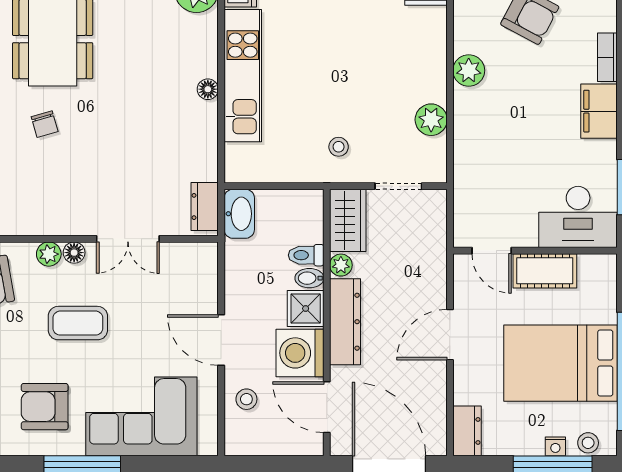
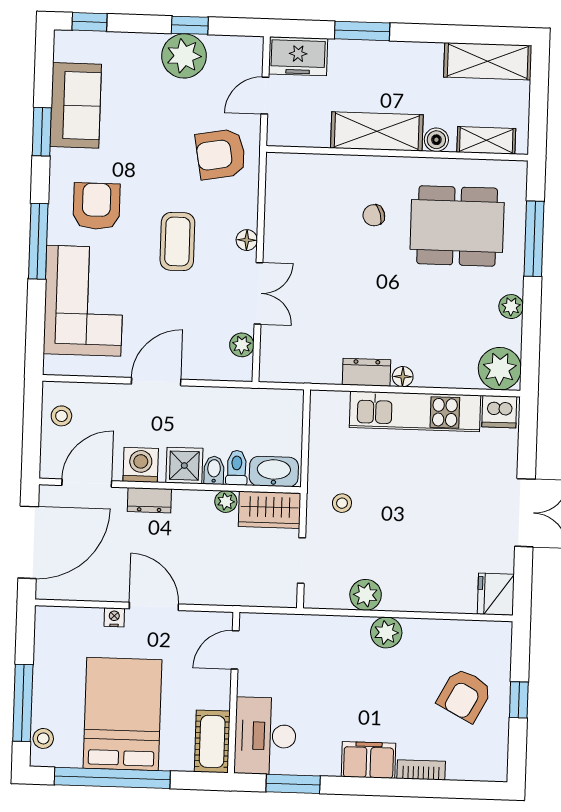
plant: (469, 70) -> (386, 633), moved
dresser: (205, 206) -> (367, 372), moved
washbasin: (239, 214) -> (274, 472), moved, turned 180
double door: (128, 239) -> (258, 293), swing flipped
plant: (49, 254) -> (242, 345), moved
cot: (545, 271) -> (212, 741), moved
dresser: (345, 322) -> (149, 500), width x0.51, depth x0.80
washing machine: (300, 353) -> (141, 465), width x0.73, depth x0.73
stool: (246, 399) -> (61, 416), moved
dresser: (467, 431) -> (59, 620), removed
nightstand: (555, 446) -> (114, 617), moved, turned 90

